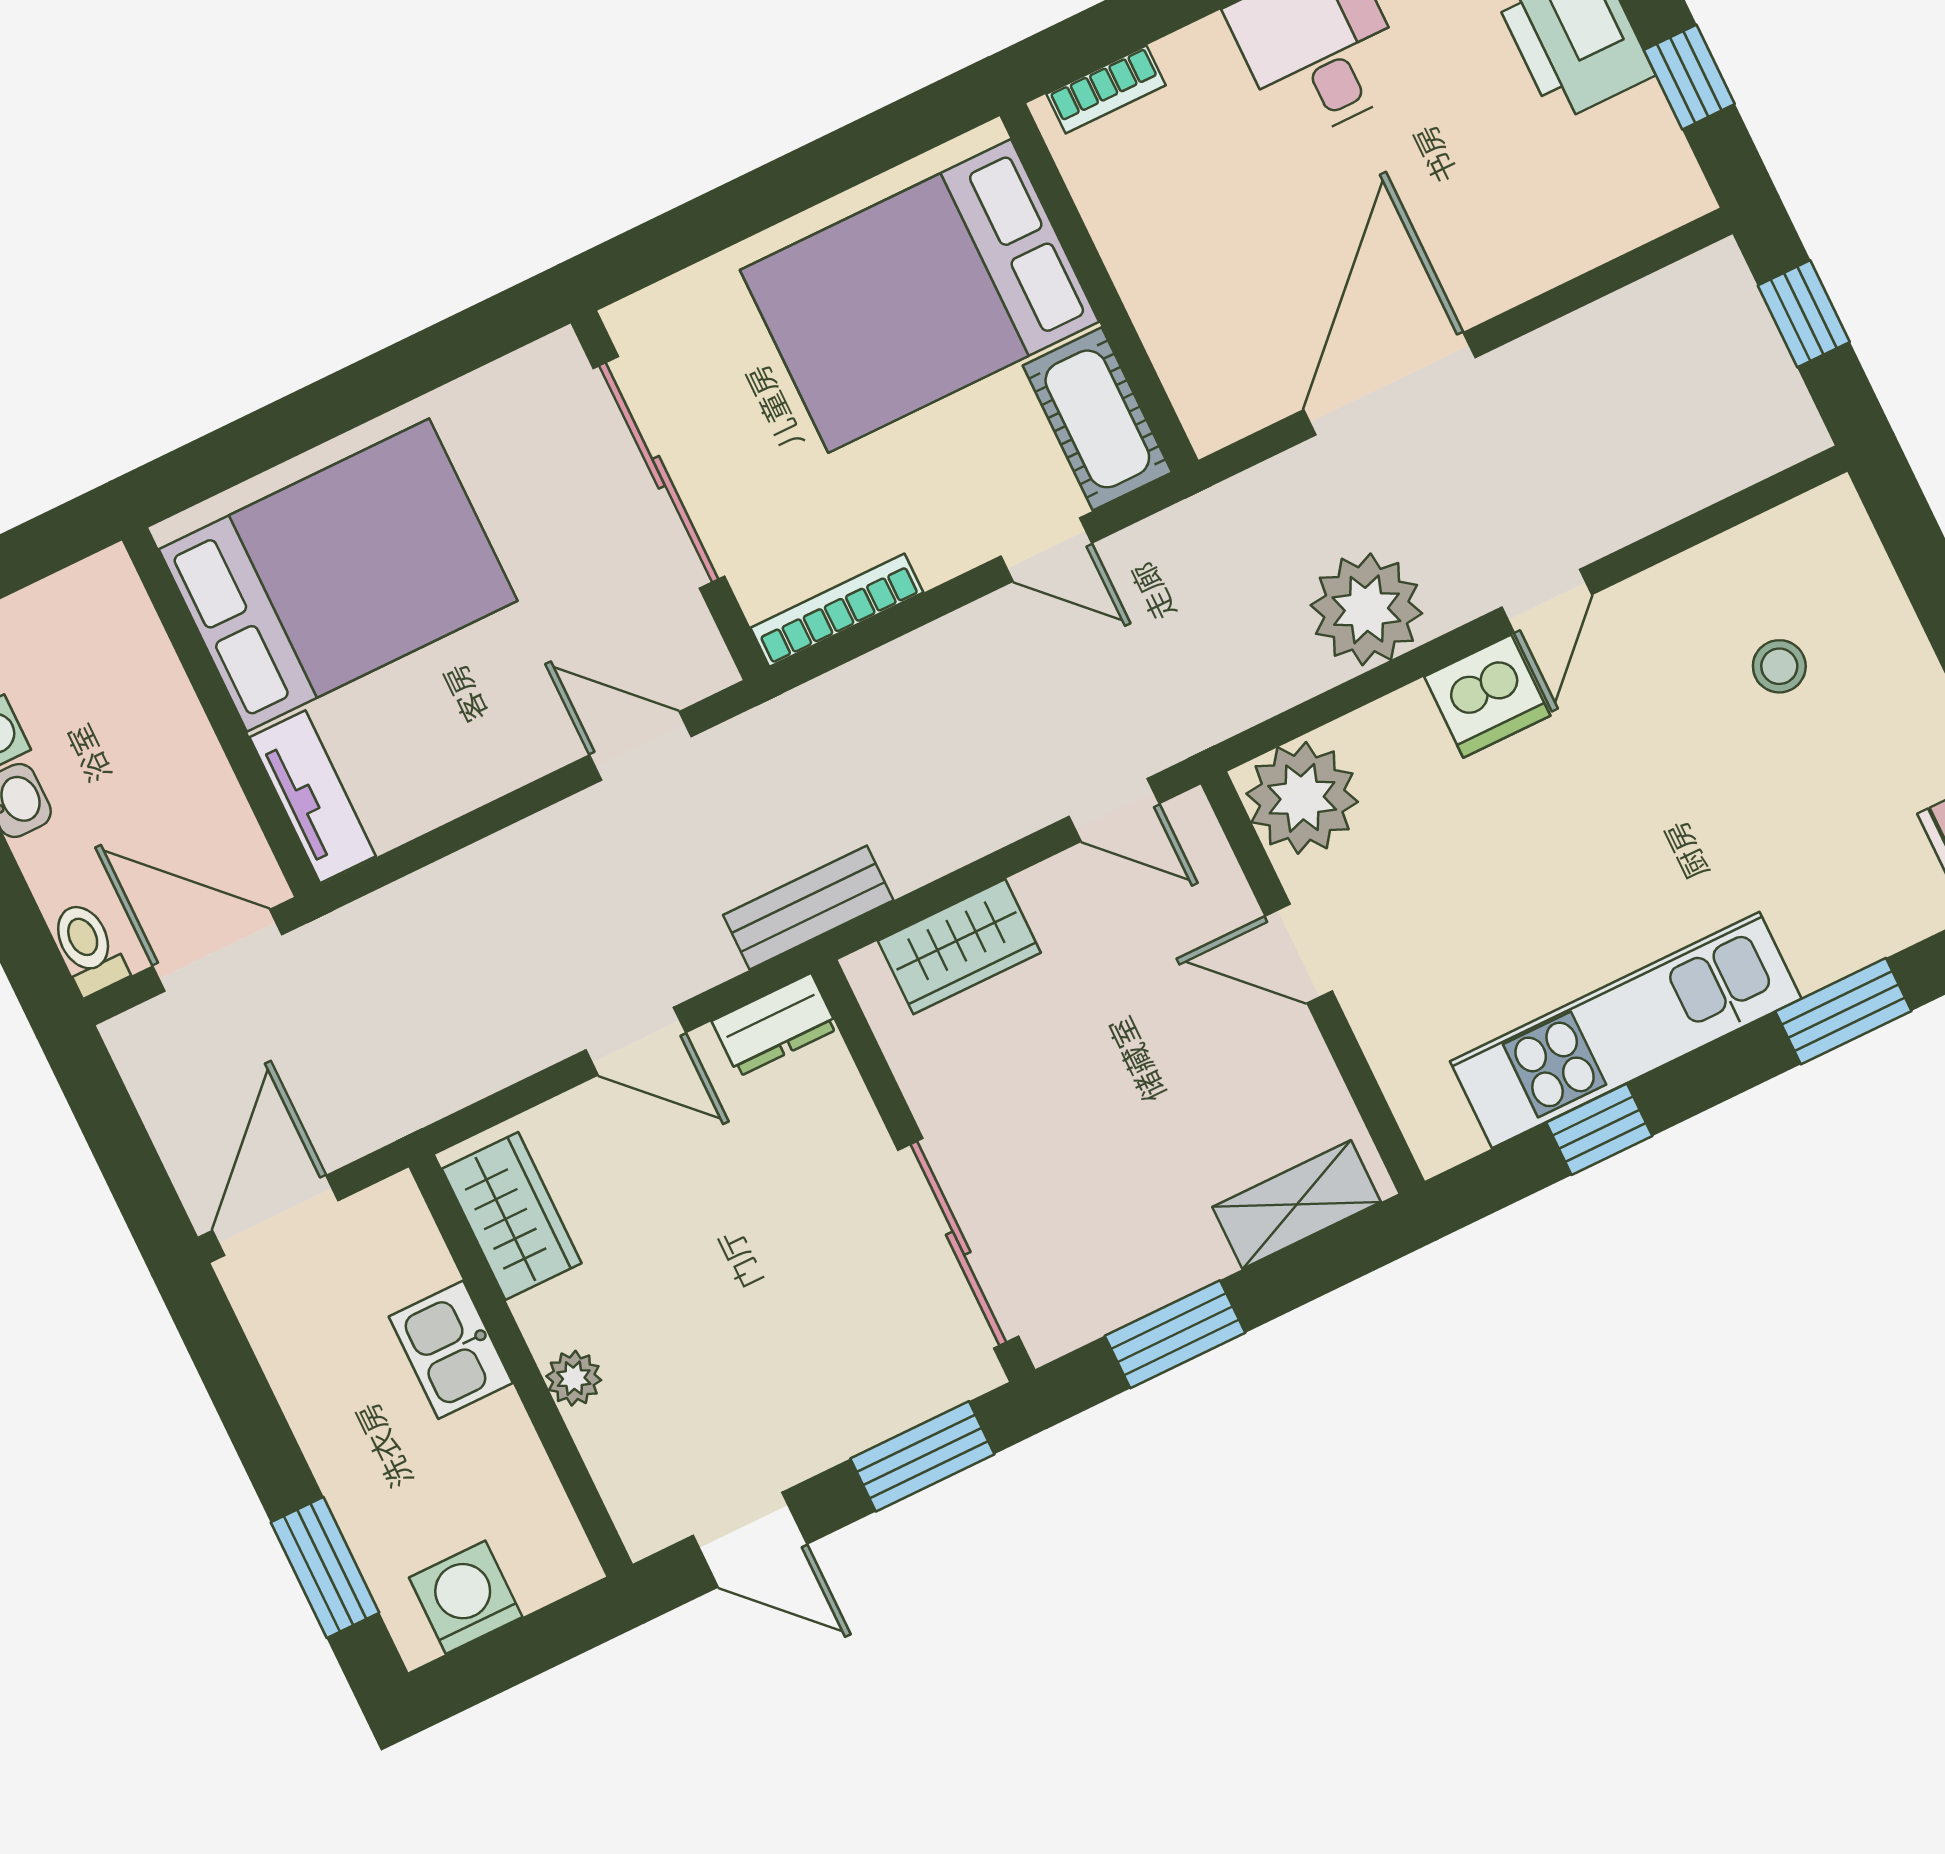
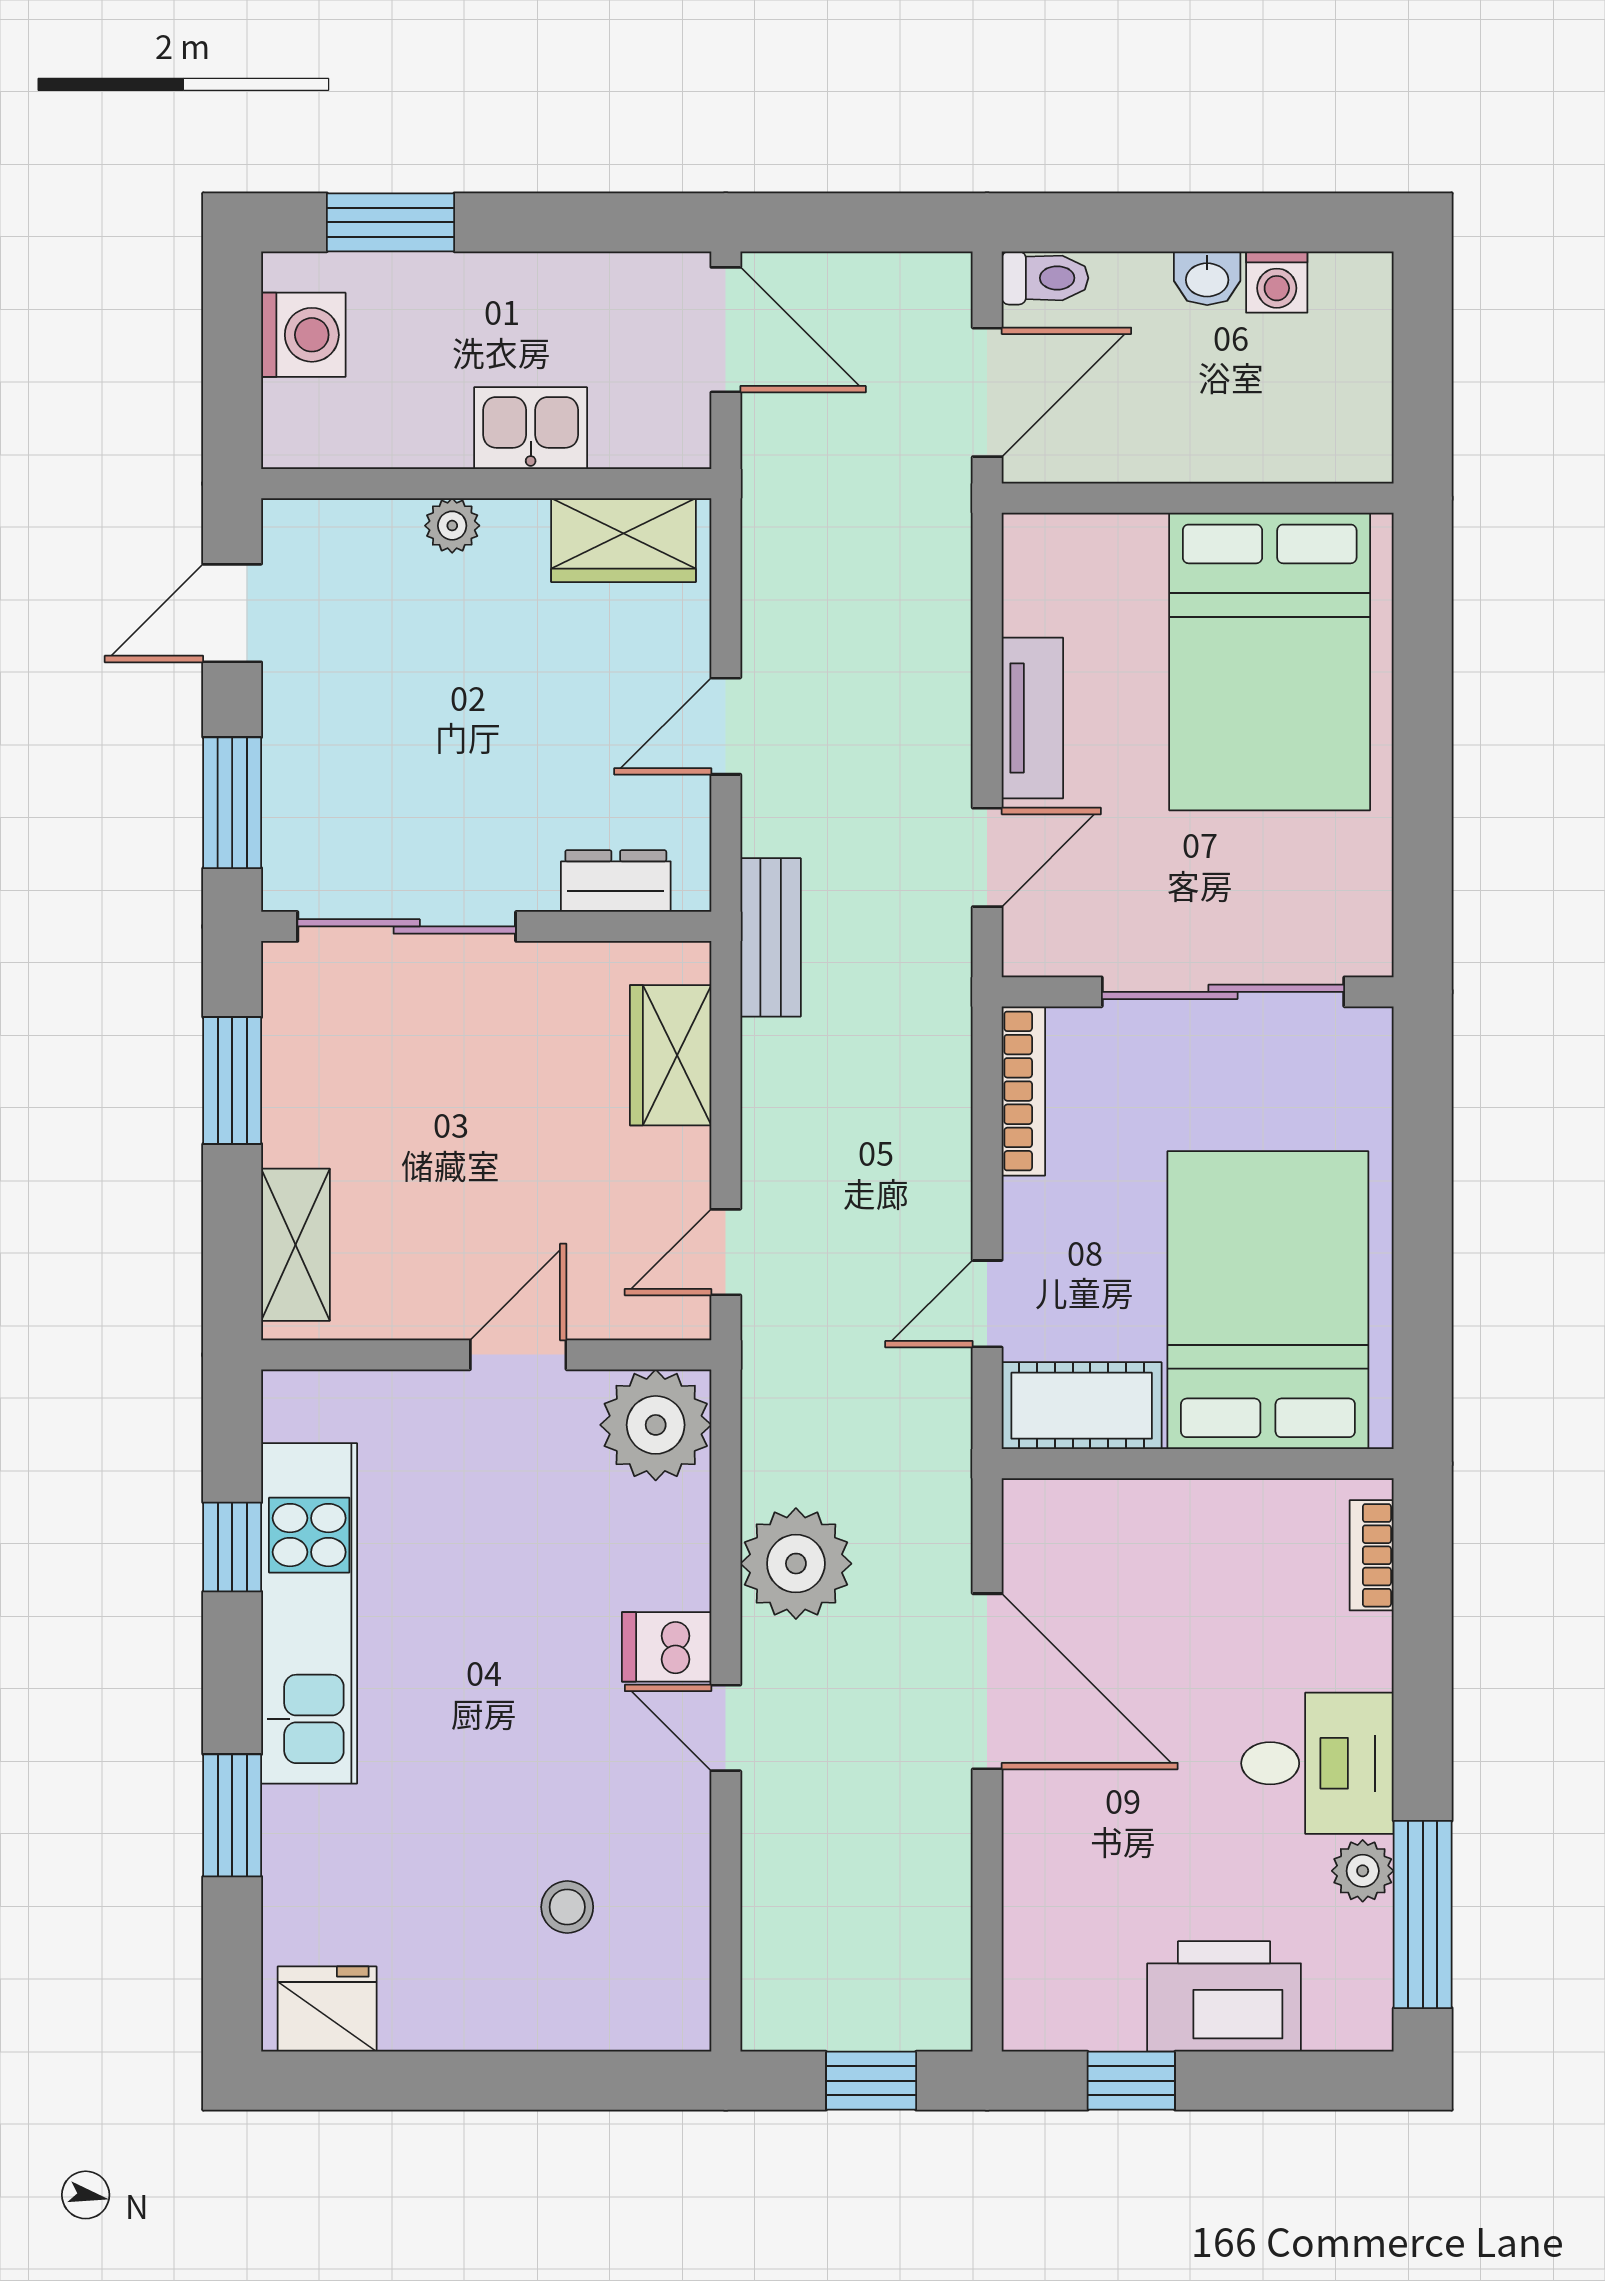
dishwasher: (1487, 696) -> (667, 1647), width x0.73
tv unit: (313, 797) -> (1032, 718), moved, turned -90
dresser: (775, 1025) -> (616, 881), moved, turned 90

